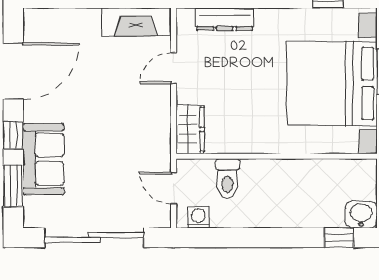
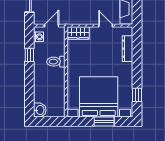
toilet: (228, 179) -> (56, 62), moved
window: (339, 238) -> (29, 55), moved

